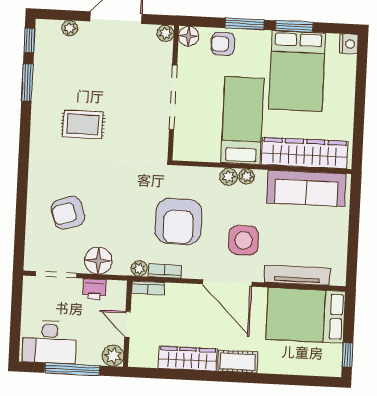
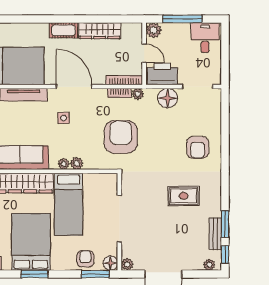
window: (245, 24) -> (95, 274), moved
plant: (70, 28) -> (209, 265), moved
armchair: (223, 44) -> (85, 259), turned -90
bench: (41, 70) -> (215, 234), added
armchair: (68, 213) -> (198, 147), moved, turned 109
armchair: (178, 221) -> (121, 137), moved
side table: (244, 240) -> (64, 118), width x0.54, depth x0.54
bookcase: (148, 288) -> (124, 80), width x1.56
printer: (94, 289) -> (162, 74), width x1.87, depth x1.48
desk: (49, 342) -> (205, 38), width x0.73

